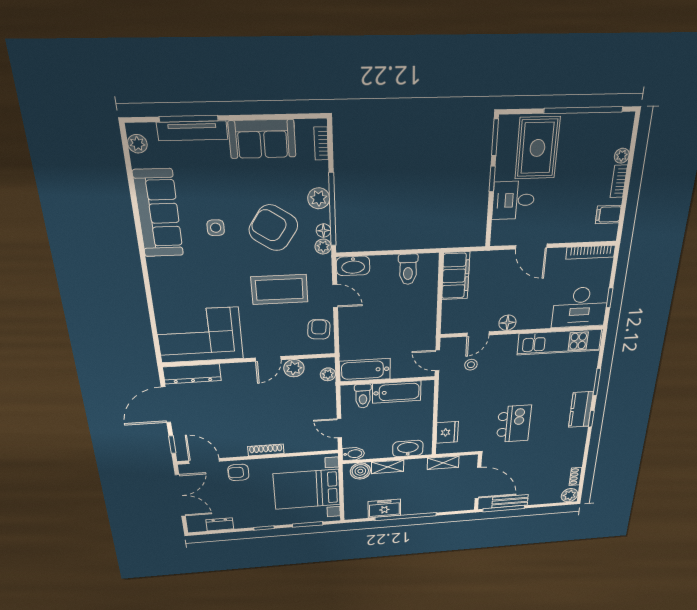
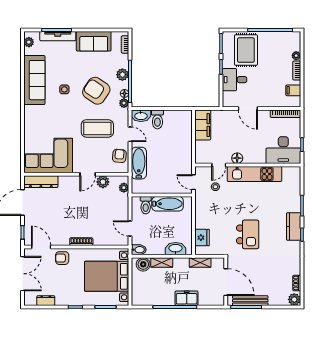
toilet: (408, 269) -> (157, 119), moved
kitchen unit: (559, 342) -> (254, 174), moved
bathtub: (365, 370) -> (139, 163), moved, turned 90
bench: (510, 501) -> (250, 301), width x1.36
freezer: (384, 509) -> (187, 298), moved

